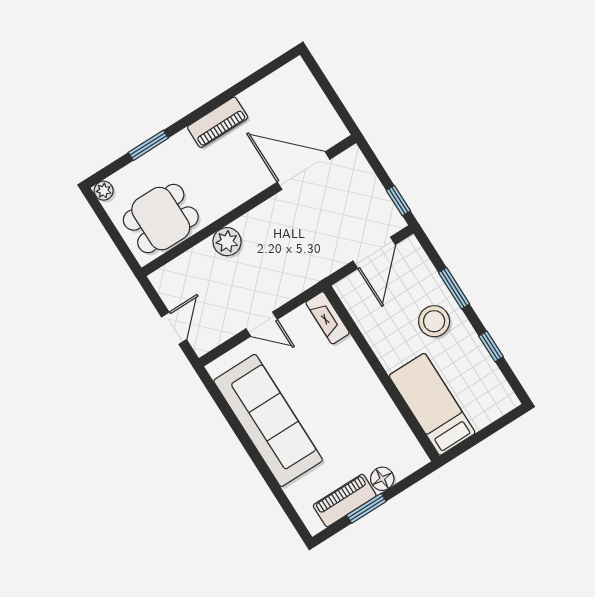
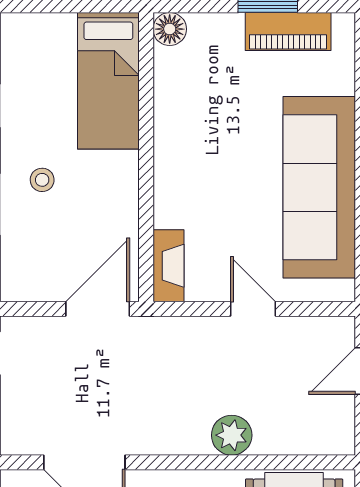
door: (374, 253) -> (98, 309), moved
stool: (434, 321) -> (42, 180), width x0.53, depth x0.53
floor lamp: (382, 479) -> (170, 29), moved

